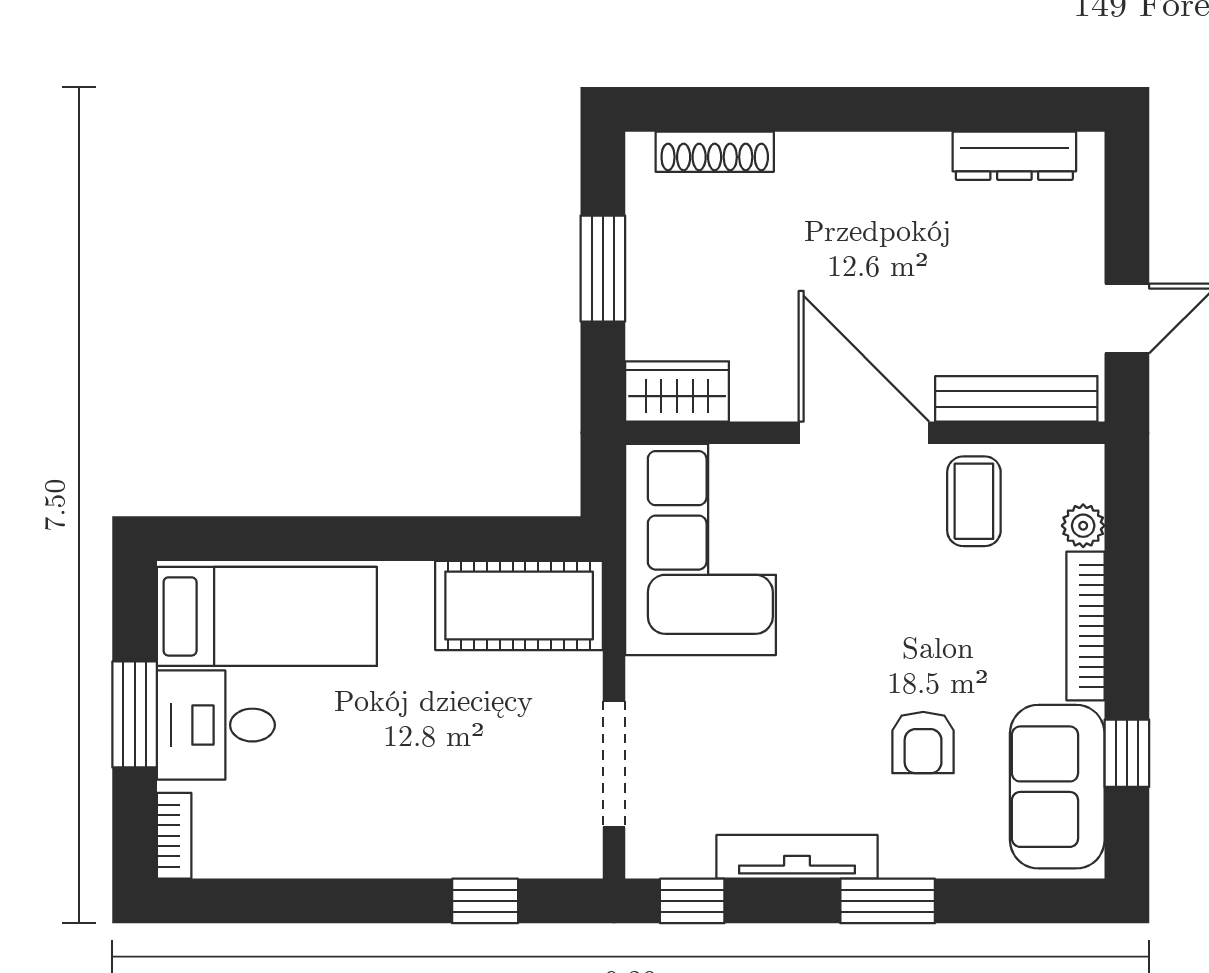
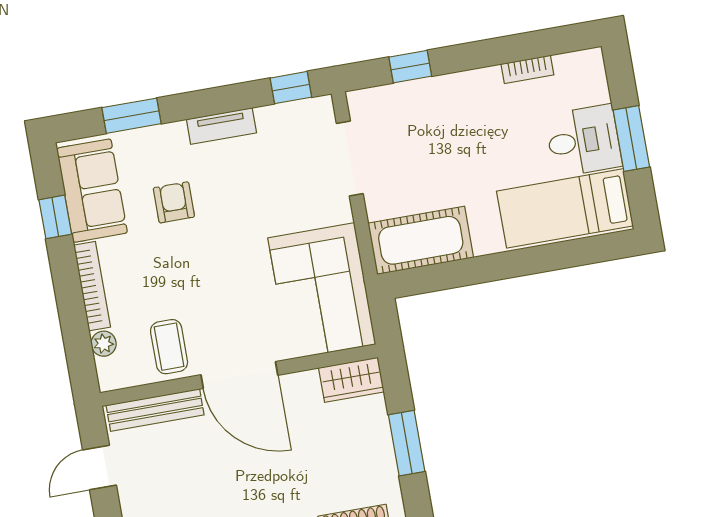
bookcase: (174, 836) -> (527, 69), moved, turned -90
tv unit: (797, 857) -> (221, 126), width x0.71
window: (888, 901) -> (131, 116), moved

